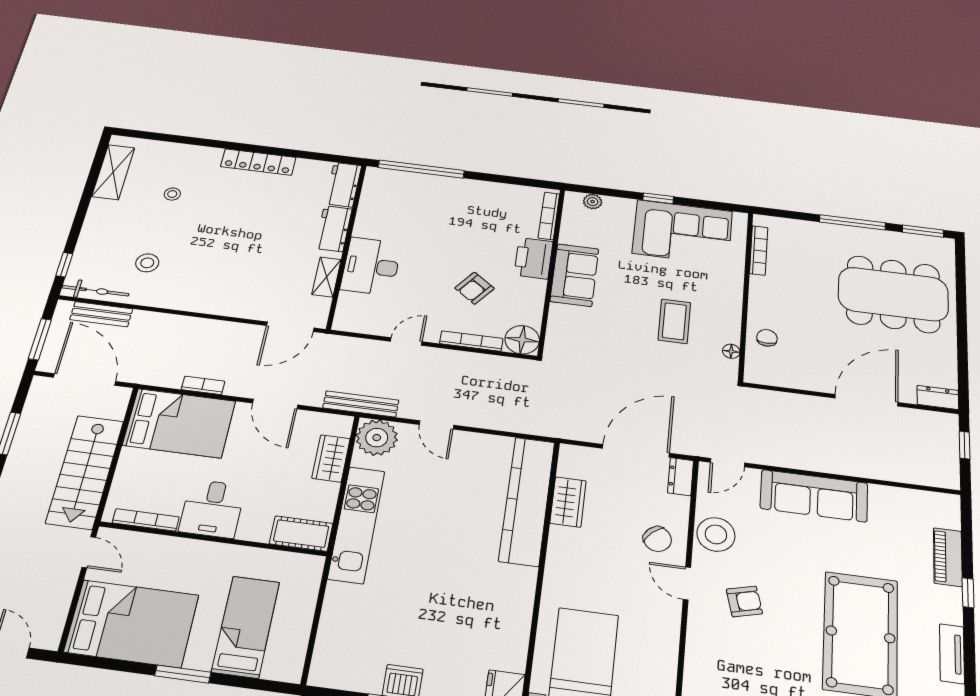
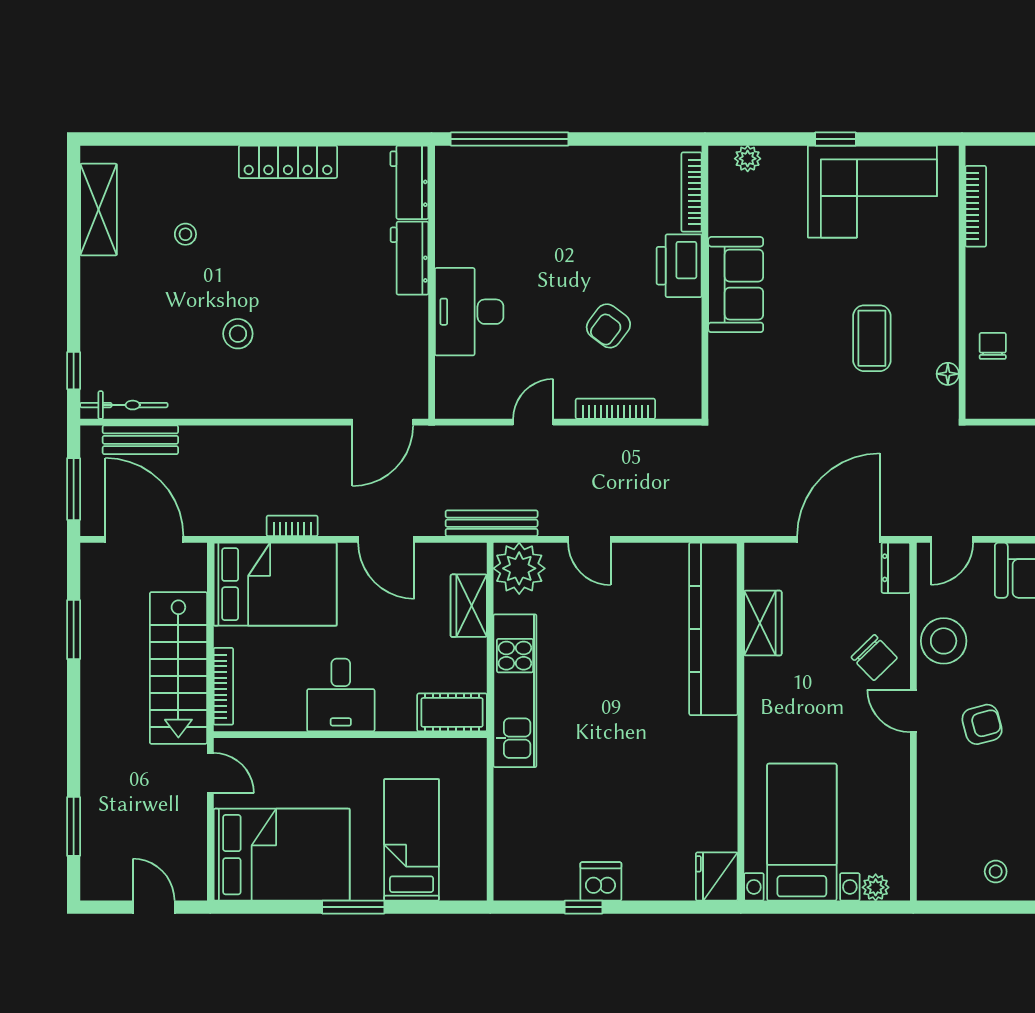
stool: (147, 263) -> (238, 334), moved
shelving: (326, 277) -> (414, 338), removed
floor lamp: (522, 340) -> (680, 397), removed
bookcase: (146, 520) -> (223, 686), moved, turned 90

